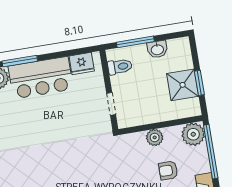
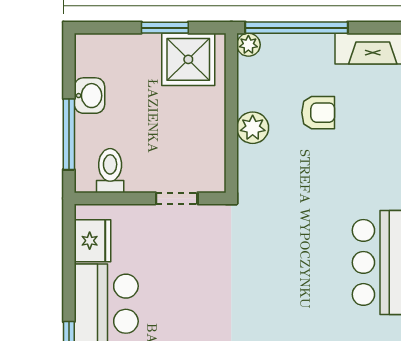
shower: (183, 85) -> (188, 59), moved
plant: (193, 134) -> (248, 45), width x0.53, depth x0.53
armchair: (168, 170) -> (318, 113), turned -90

